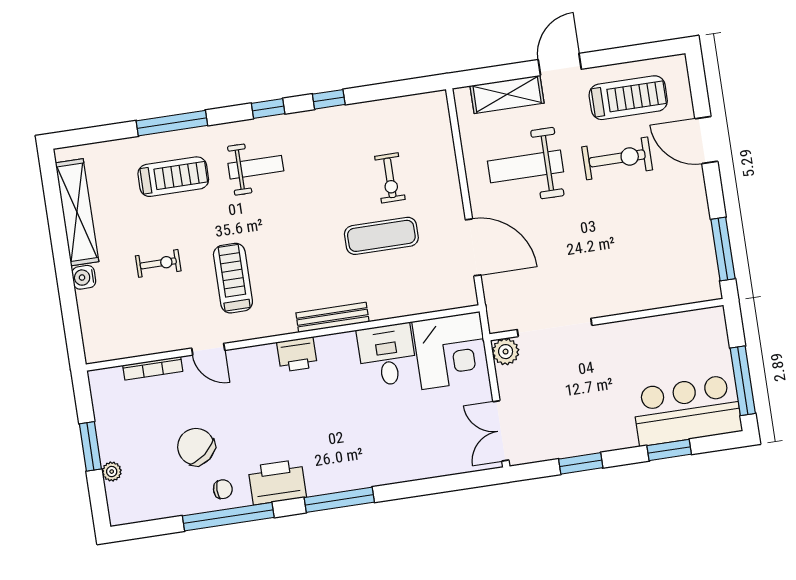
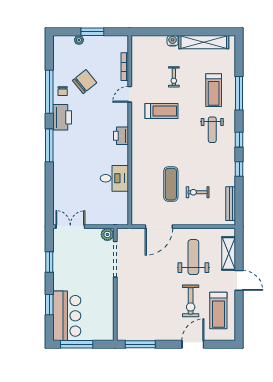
bench: (332, 317) -> (231, 204), moved
corner desk: (451, 350) -> (112, 209), removed

